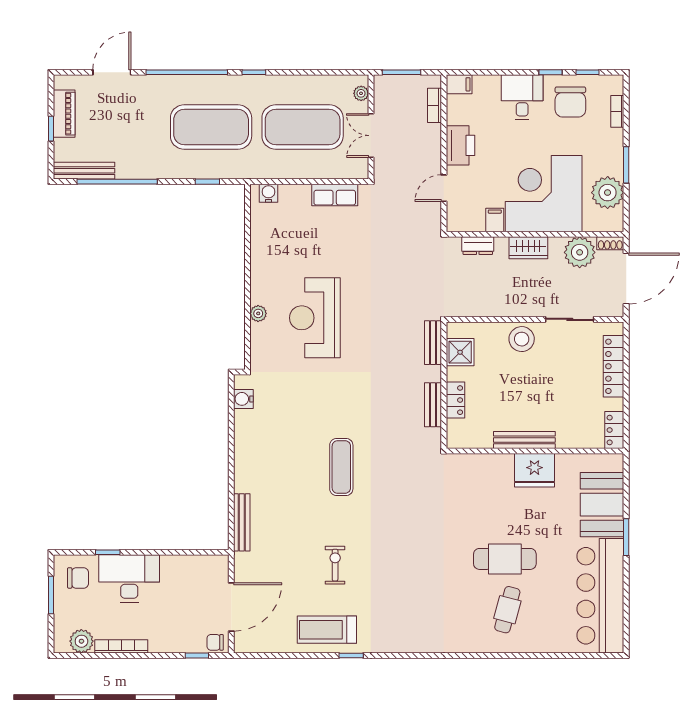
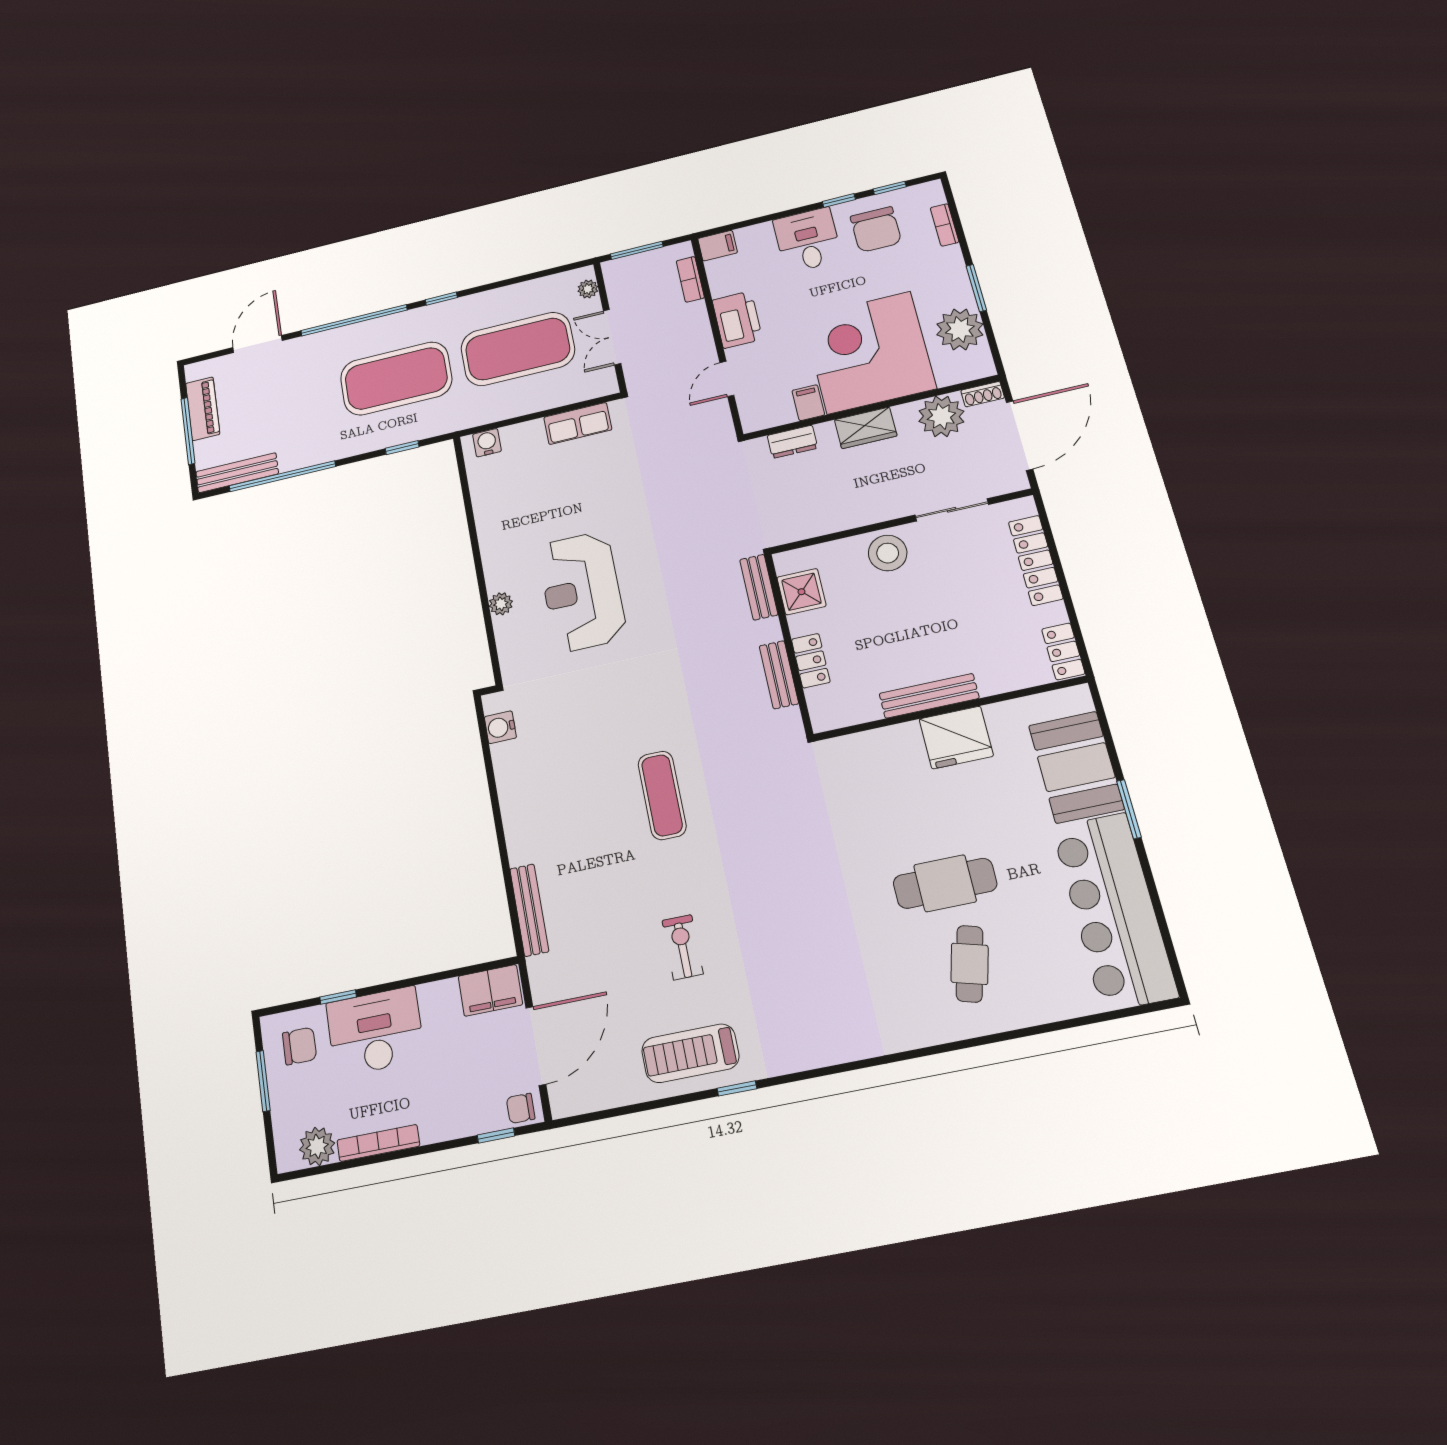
window: (51, 129) -> (188, 431), width x2.17
filing cabinet: (208, 568) -> (490, 990), added

